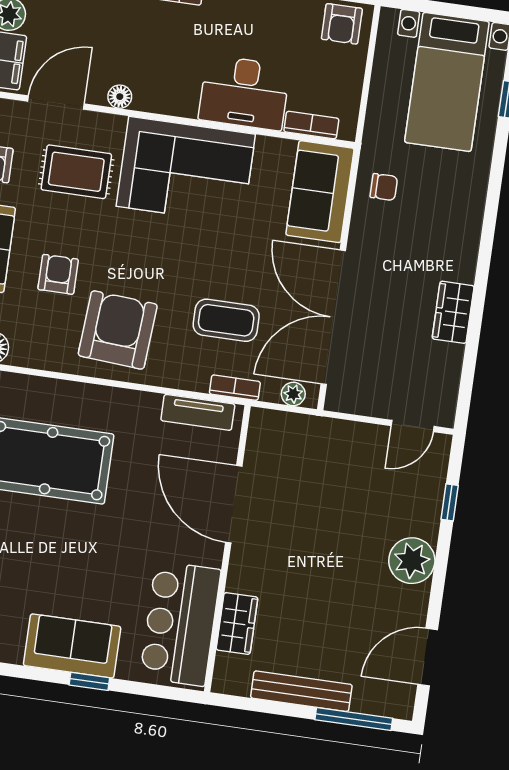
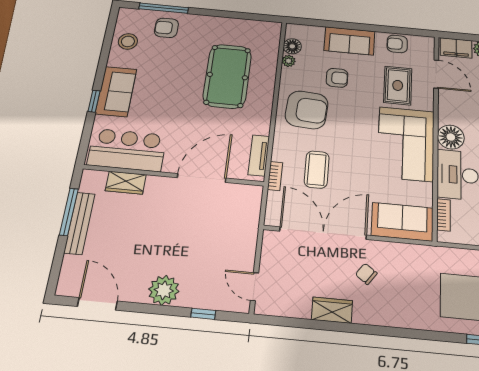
floor lamp: (120, 97) -> (451, 137), moved, width x1.89, depth x1.89
chair: (384, 187) -> (366, 274), moved, turned 126
plant: (293, 394) -> (289, 61), moved
window: (354, 719) -> (69, 212), moved

